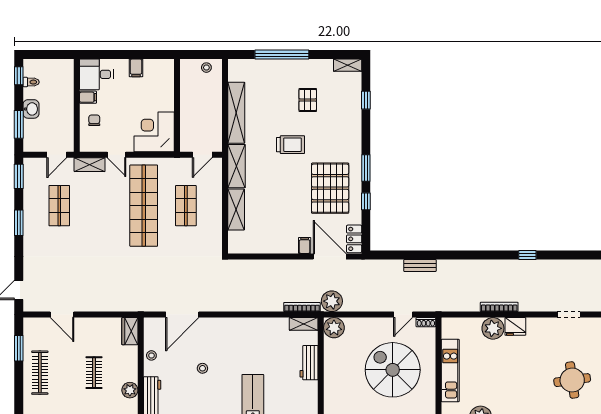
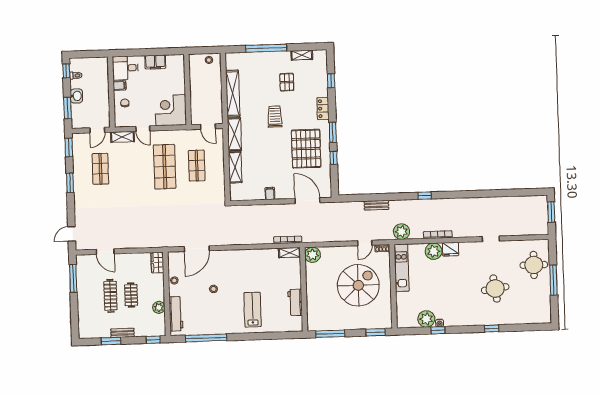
shelving: (348, 65) -> (302, 55), moved
filing cabinet: (136, 68) -> (155, 62), width x2.00
trolley: (290, 145) -> (275, 117), turned -90
door: (202, 155) -> (208, 126), hinge flipped
shop shelf: (144, 206) -> (165, 167), width x0.71
locker: (354, 239) -> (323, 109), moved
filing cabinet: (305, 245) -> (270, 193), moved
window: (527, 255) -> (425, 196), moved
plant: (332, 301) -> (401, 232), moved
window: (19, 348) -> (73, 278), width x1.44
workbench: (309, 363) -> (295, 302), moved
spiral stairs: (393, 370) -> (358, 285), turned 90
kitchen unit: (450, 370) -> (402, 268), moved
clothes rail: (40, 373) -> (110, 296), moved

